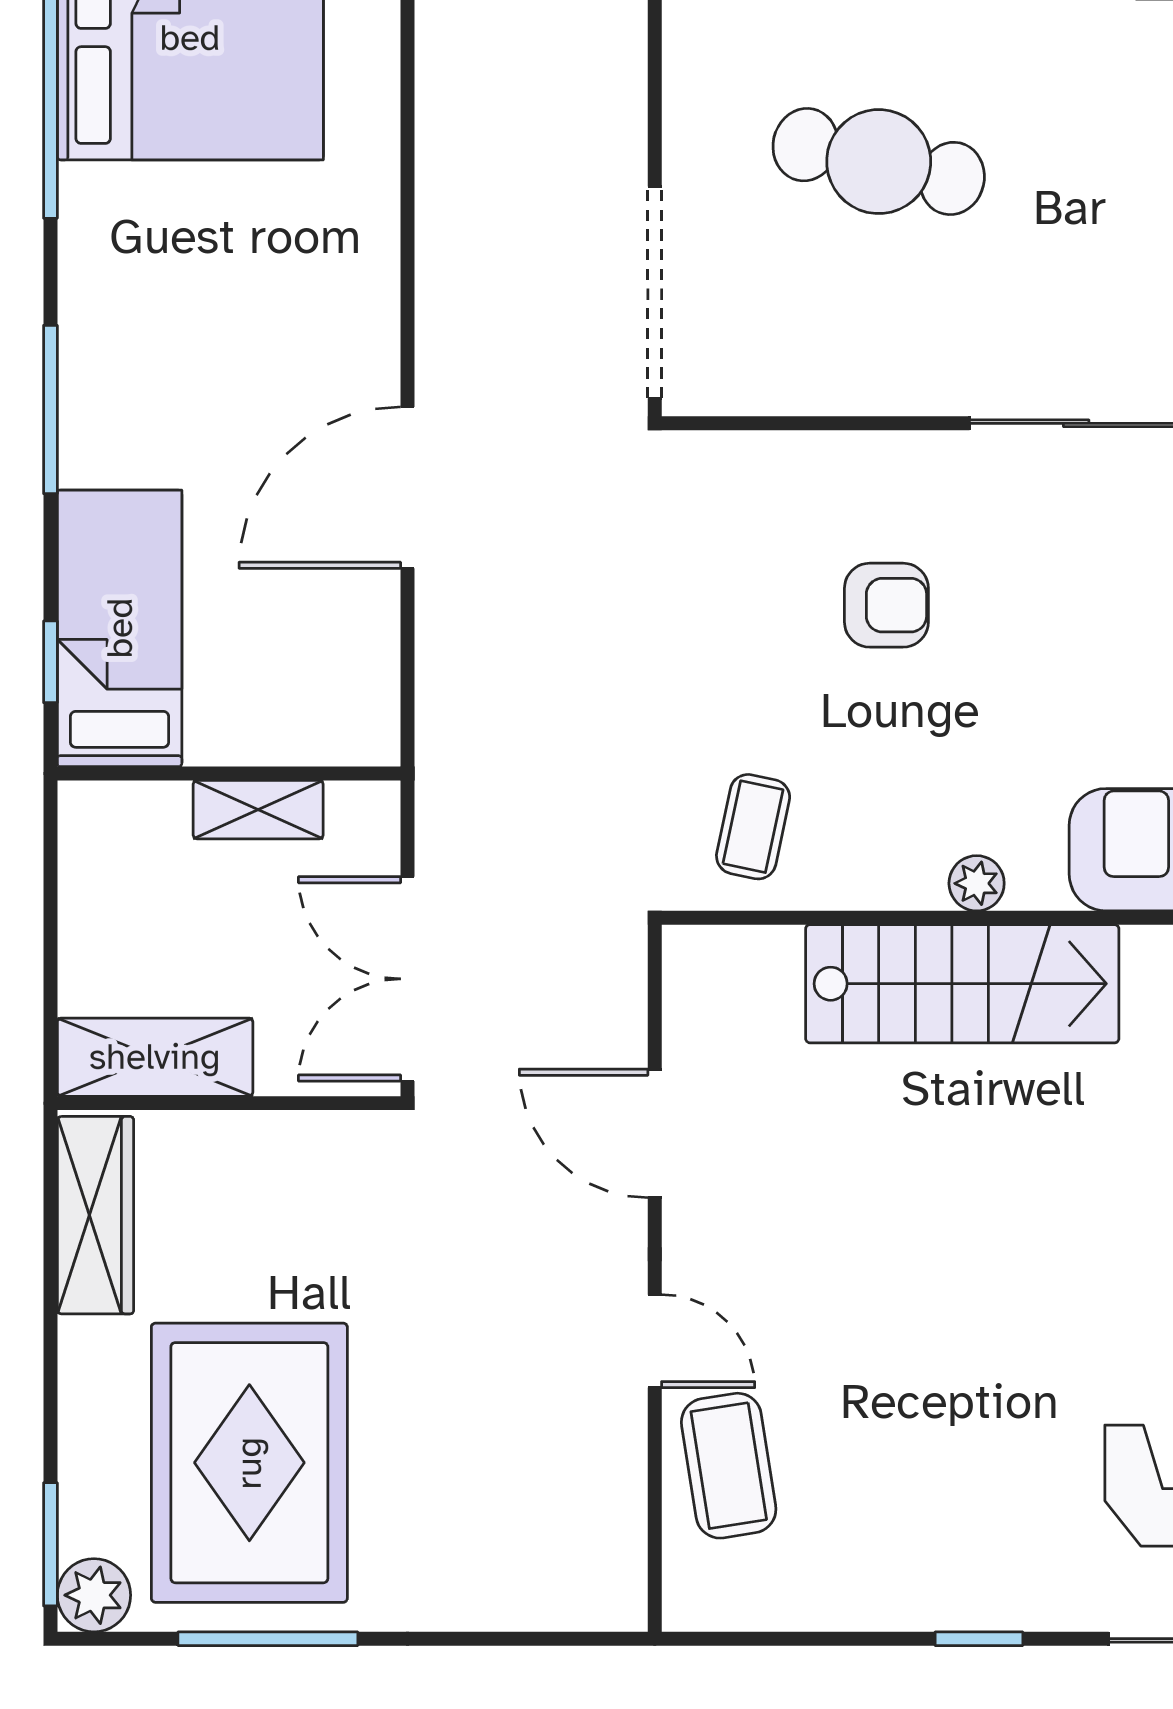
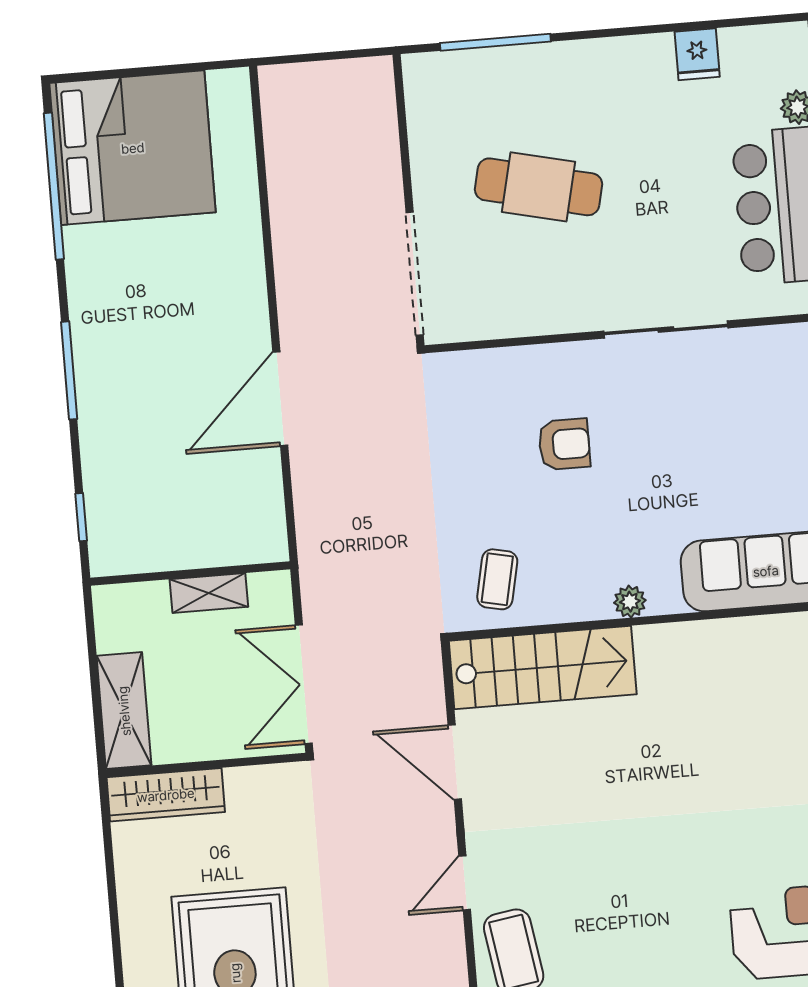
bed: (120, 628) -> (120, 494), removed
stairs: (962, 984) -> (543, 667), moved
shelving: (155, 1057) -> (124, 711), moved, turned 90
wardrobe: (95, 1215) -> (166, 795), moved, turned 90
door: (655, 1341) -> (465, 883), swing flipped

